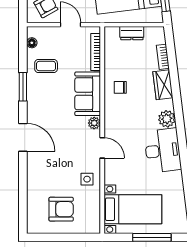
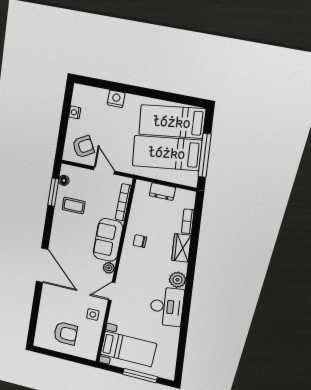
window: (23, 87) -> (53, 192), moved
door: (23, 137) -> (42, 265), width x1.36
door: (102, 148) -> (112, 291), swing flipped

